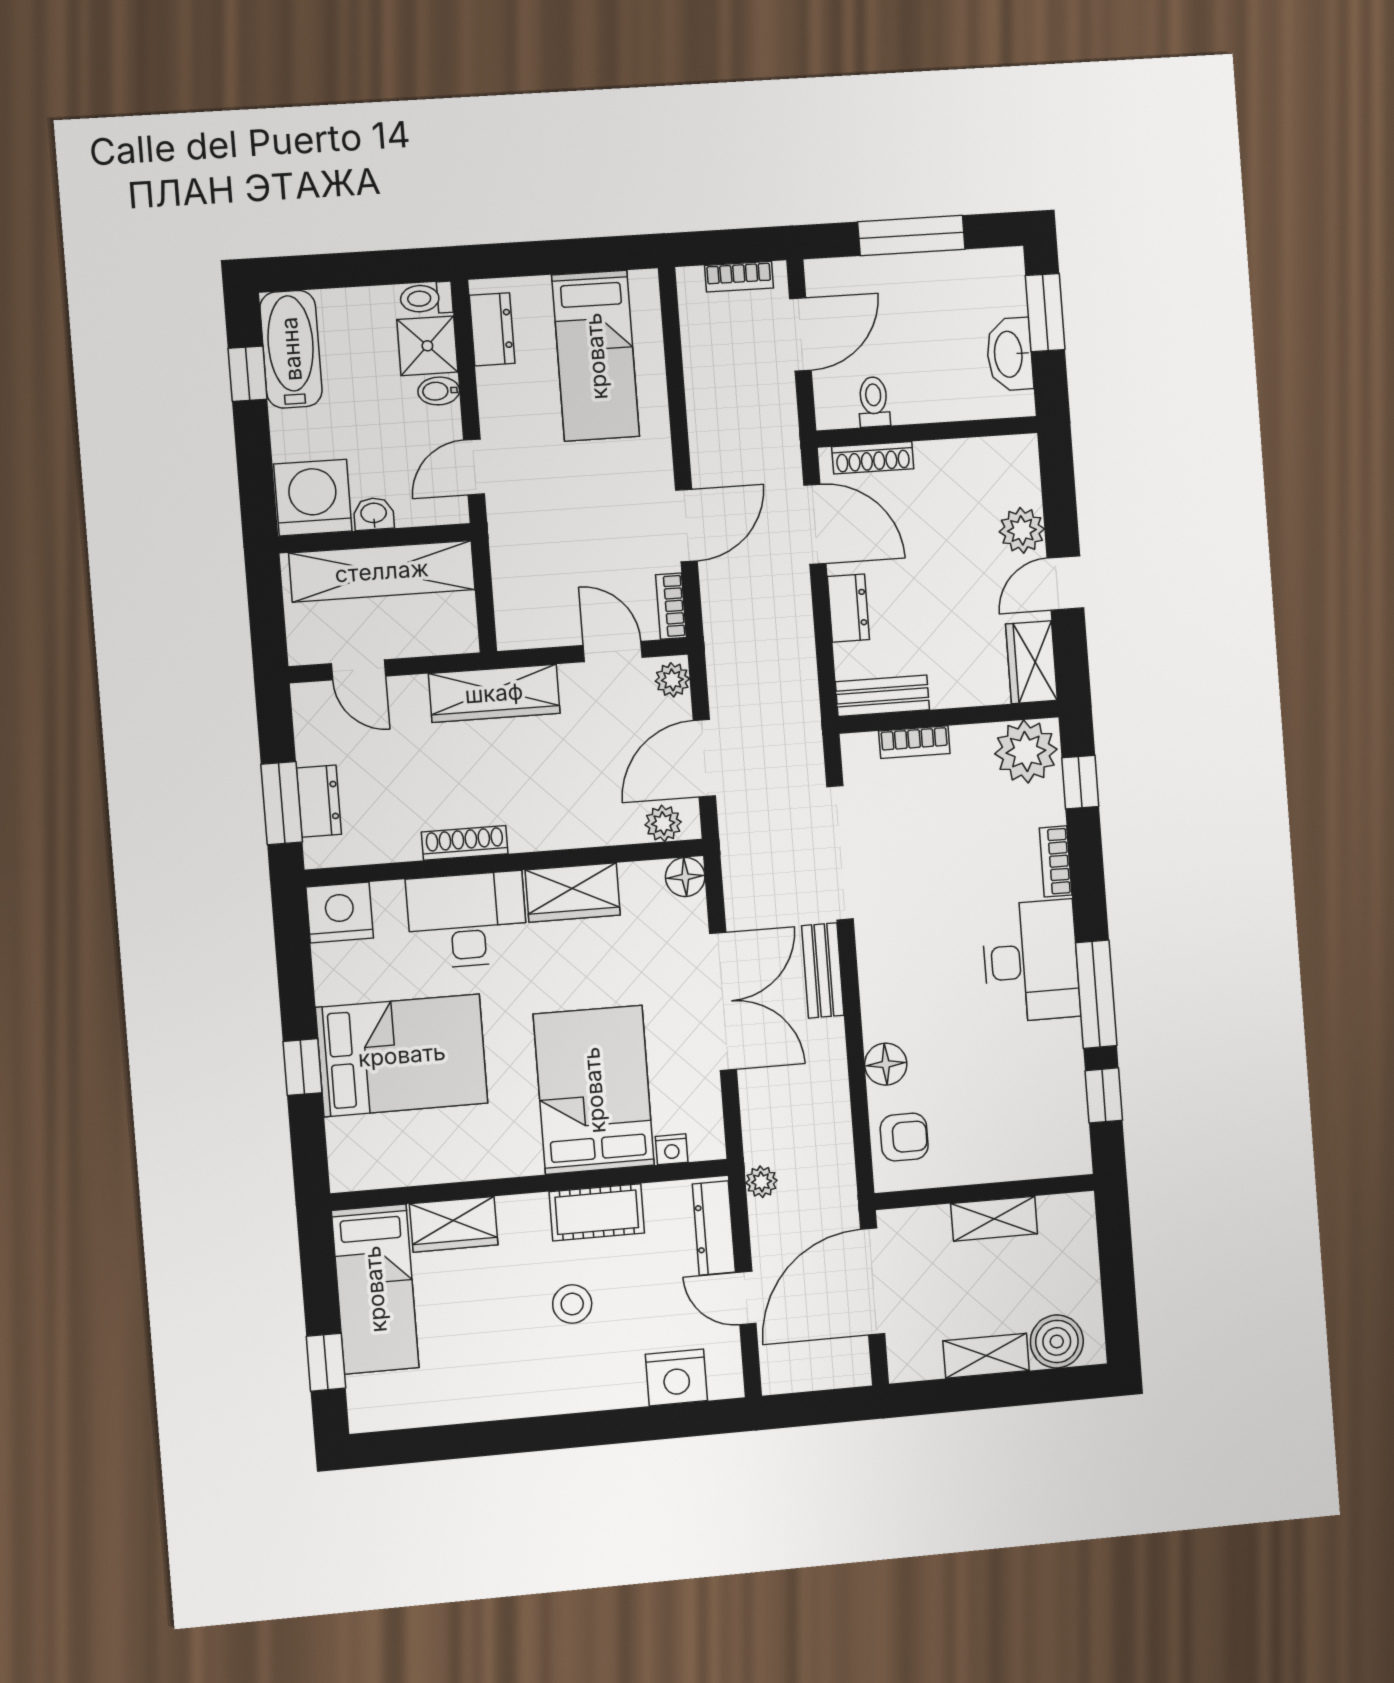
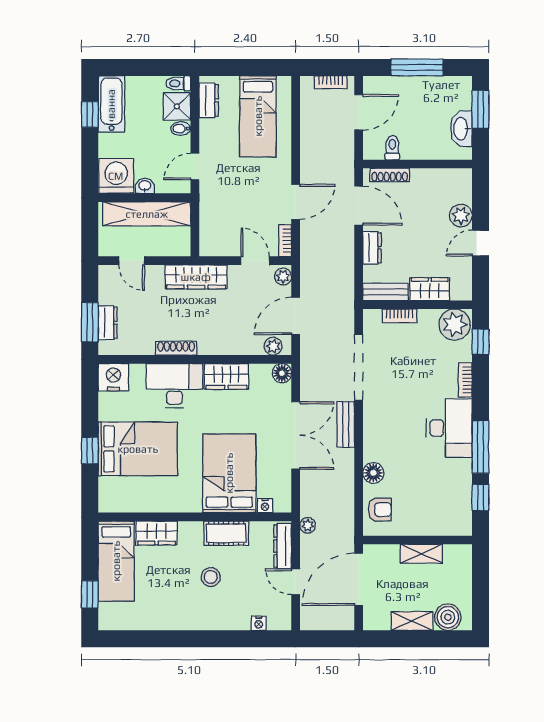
wardrobe: (1031, 662) -> (430, 289), moved, turned 90
nightstand: (676, 1377) -> (259, 623), width x0.53, depth x0.56

